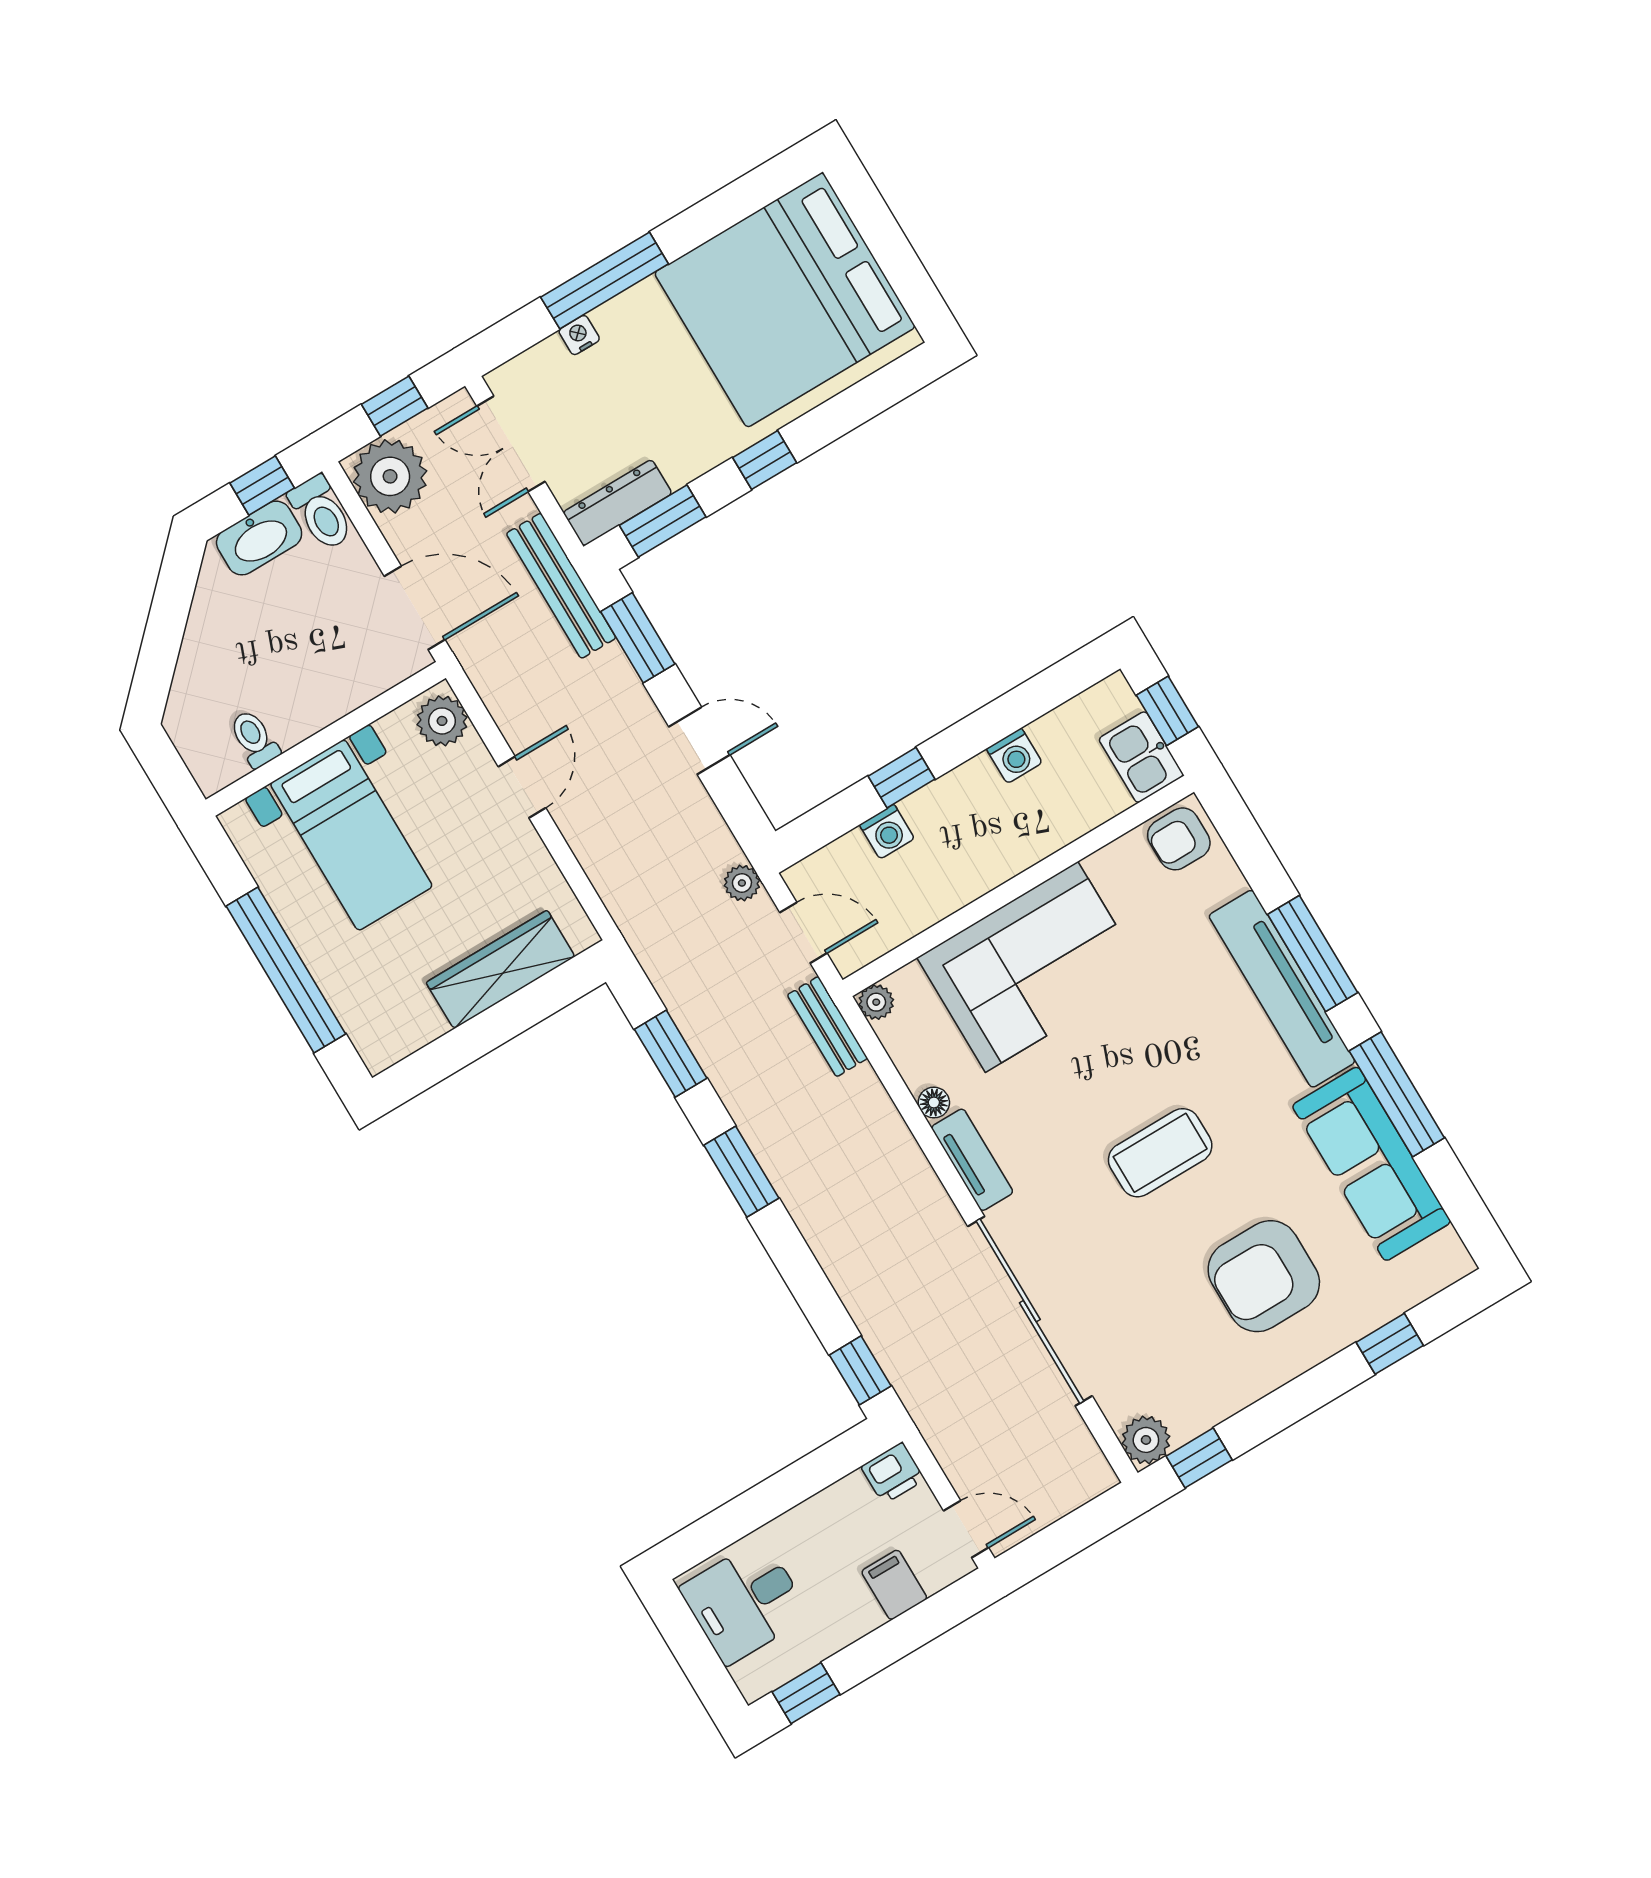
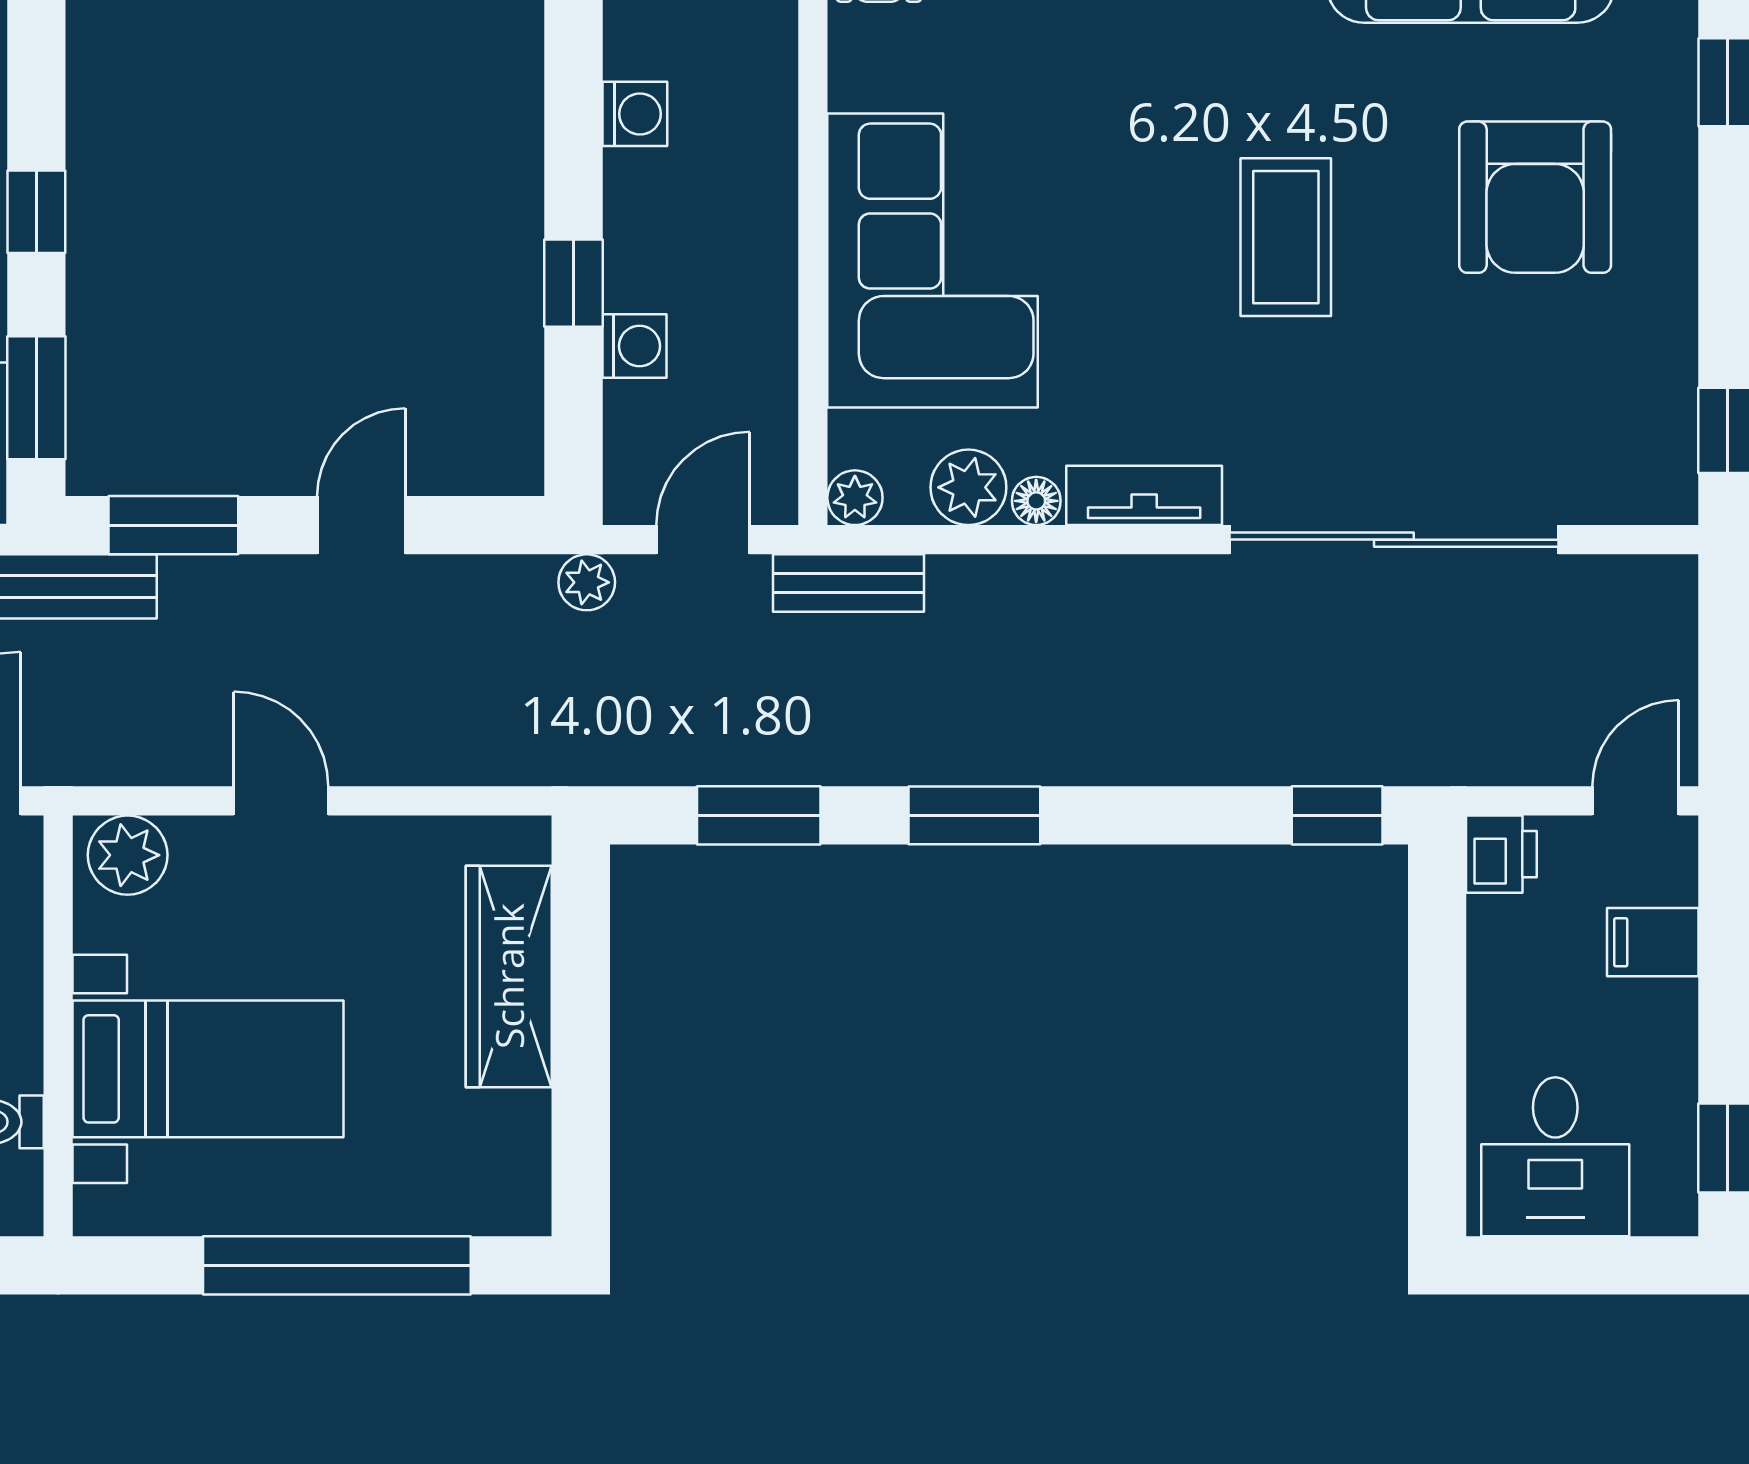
plant: (1146, 1440) -> (968, 487), moved

